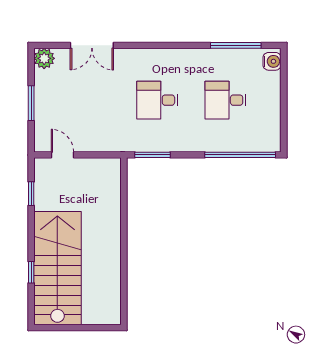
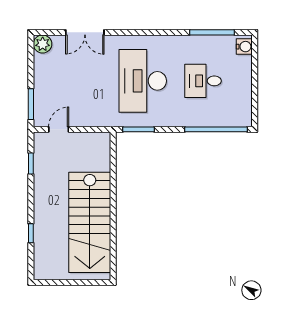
desk: (157, 100) -> (143, 81), width x1.87, depth x1.30
window: (31, 103) -> (31, 104), moved
door: (62, 155) -> (59, 129), hinge flipped
stairs: (57, 268) -> (90, 222), moved, turned 180

